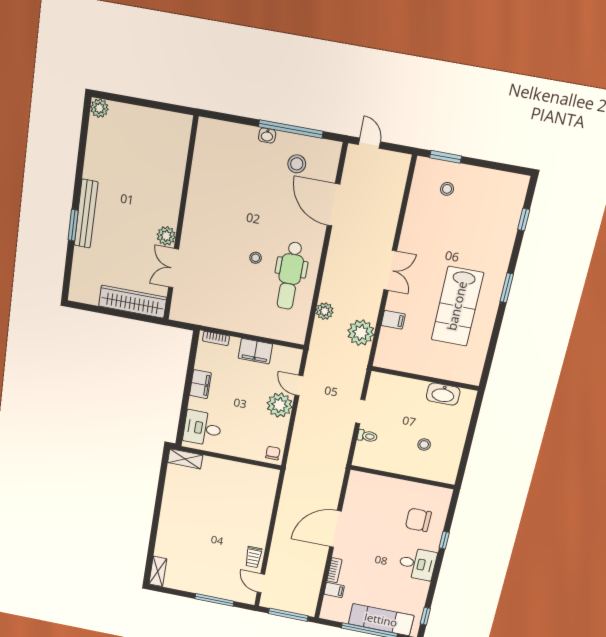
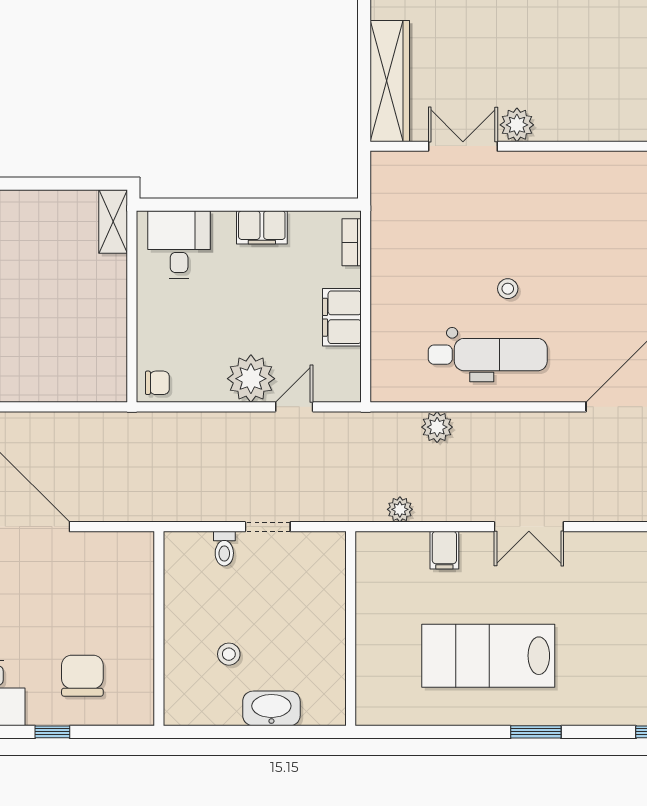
dental chair: (290, 276) -> (488, 355), turned 180
plant: (361, 333) -> (400, 509), width x0.53, depth x0.53
washbasin: (443, 394) -> (271, 708), moved, turned 90

